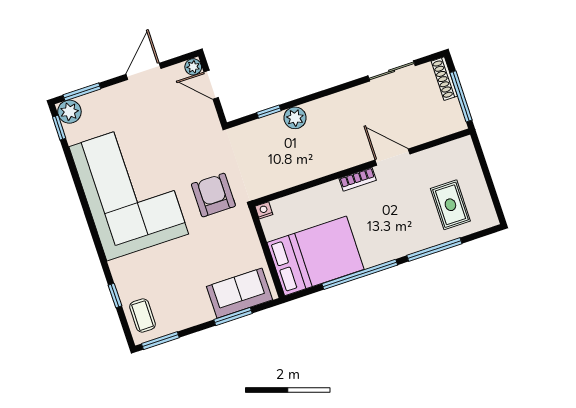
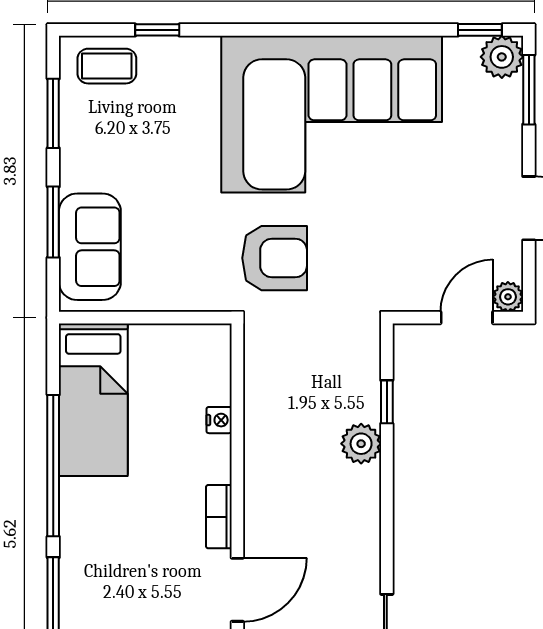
nightstand: (264, 210) -> (219, 420), moved
bed: (315, 256) -> (93, 400), width x0.67
window: (160, 341) -> (53, 113), moved

